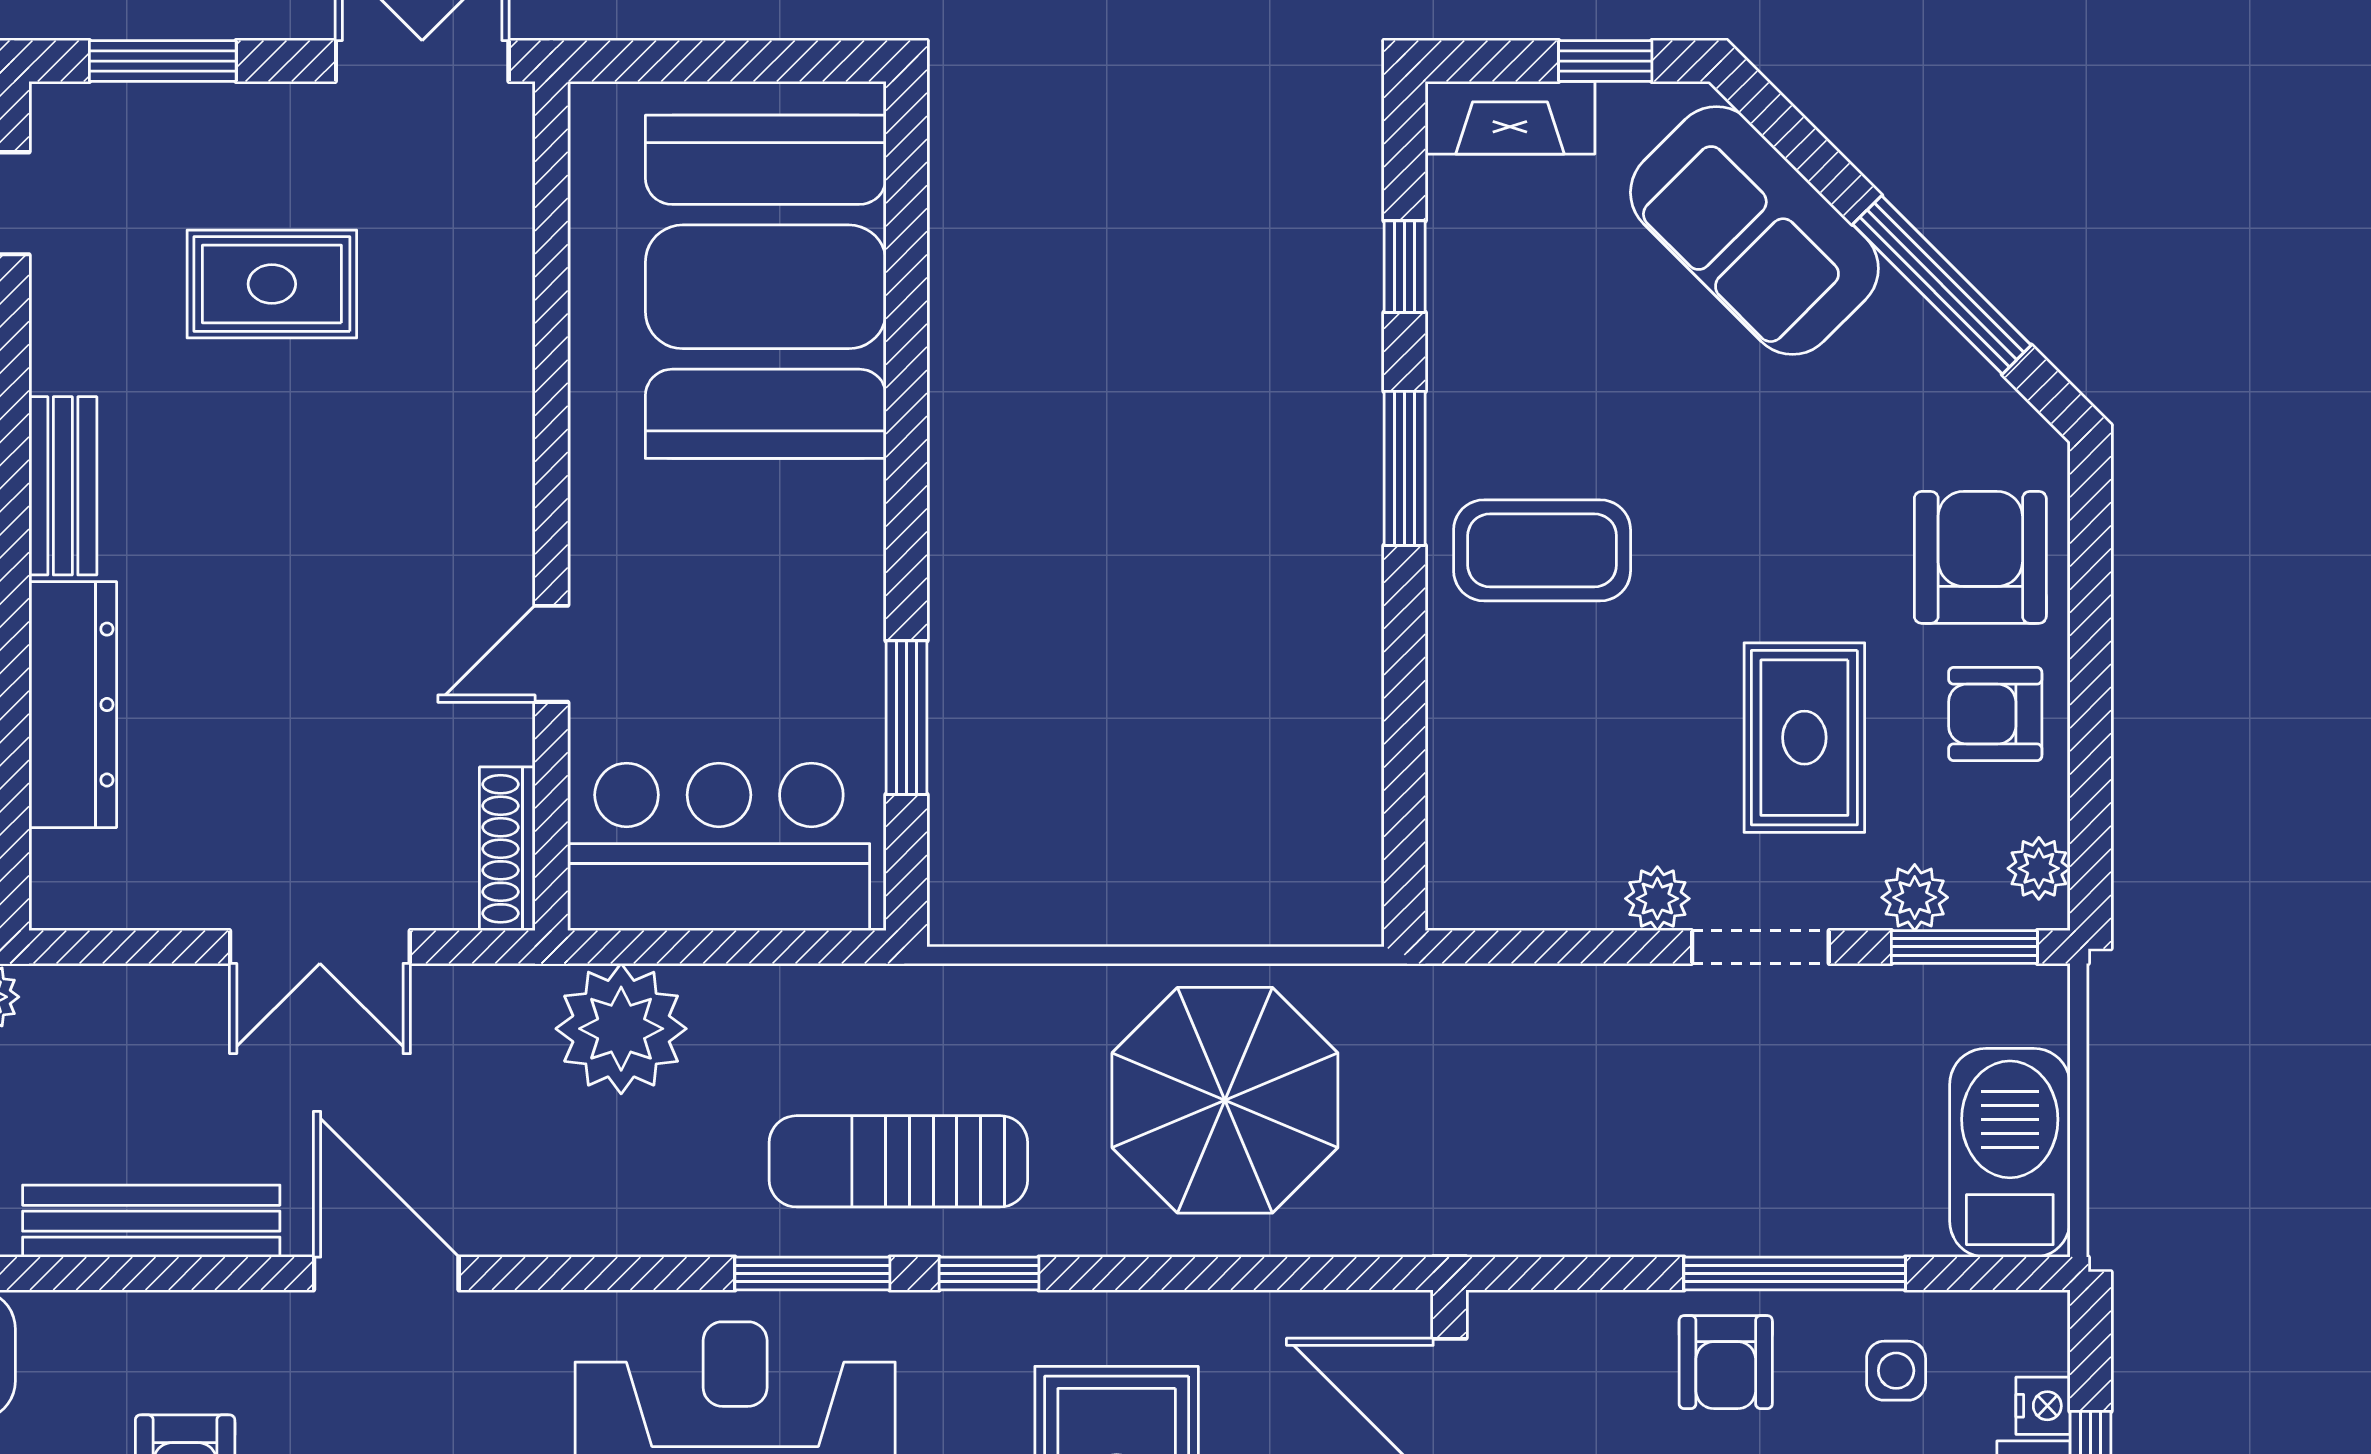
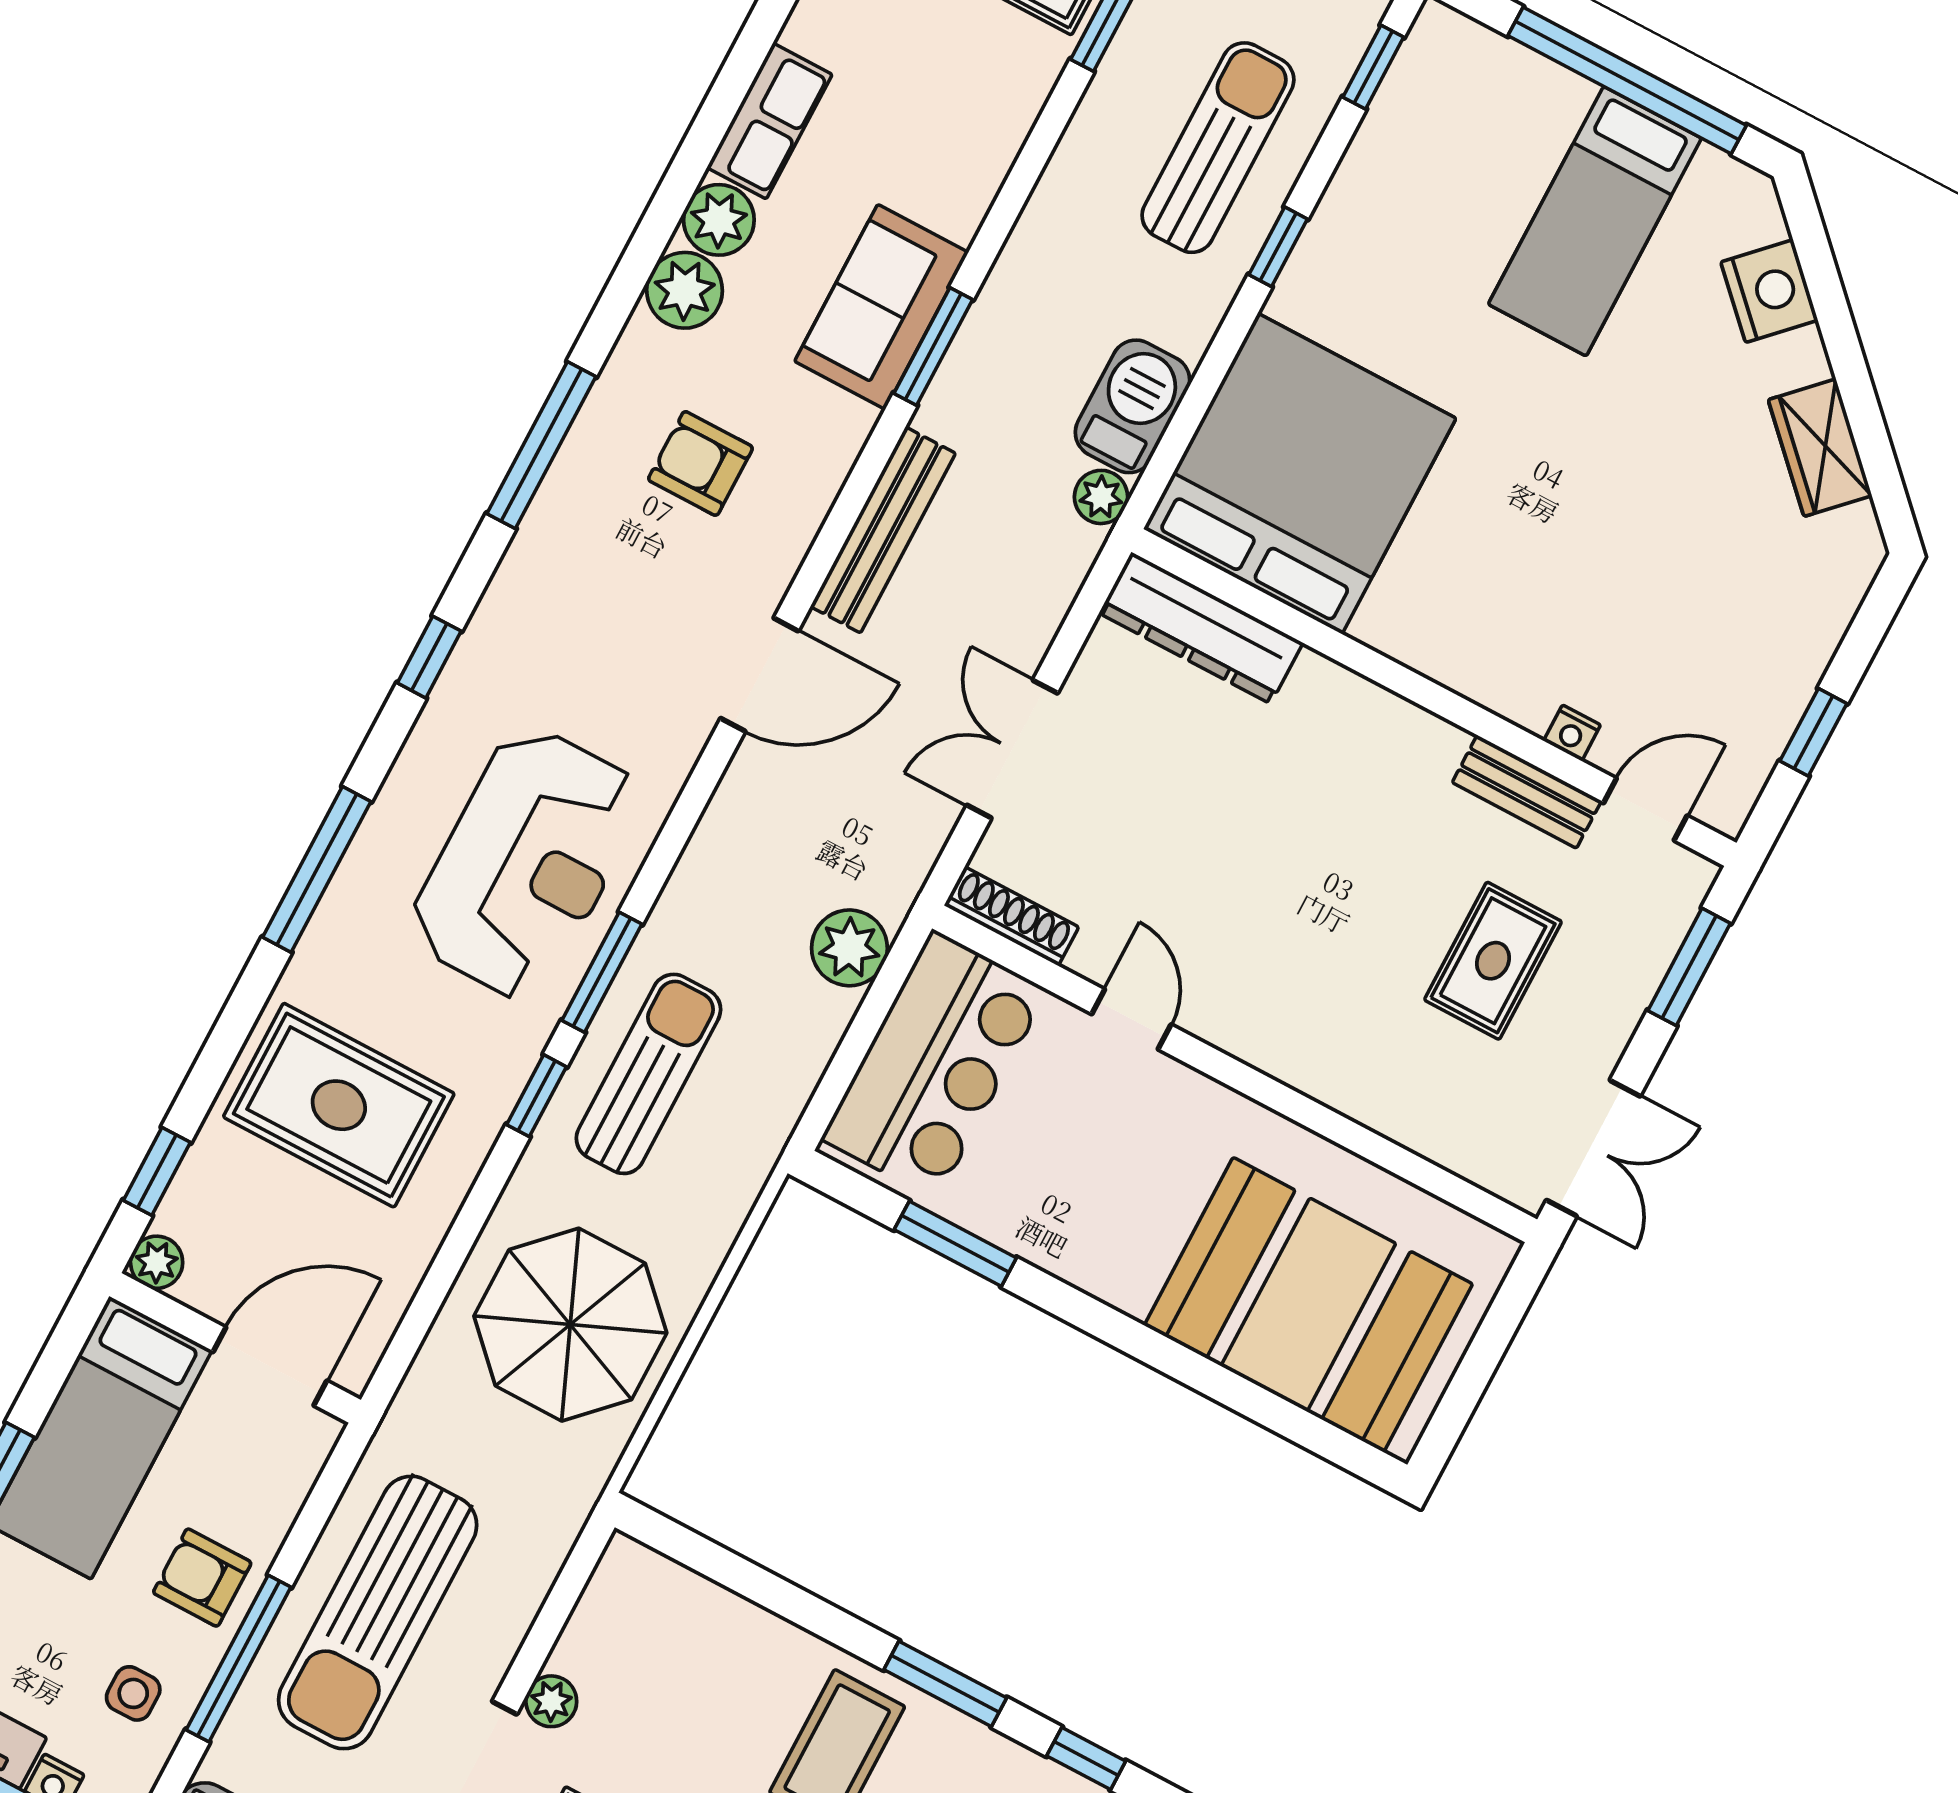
bench: (63, 486) -> (1527, 792), moved
dresser: (73, 705) -> (1201, 628), moved
plant: (621, 1029) -> (849, 948), width x0.73, depth x0.73
sun lounger: (1661, 1145) -> (378, 1613), added

